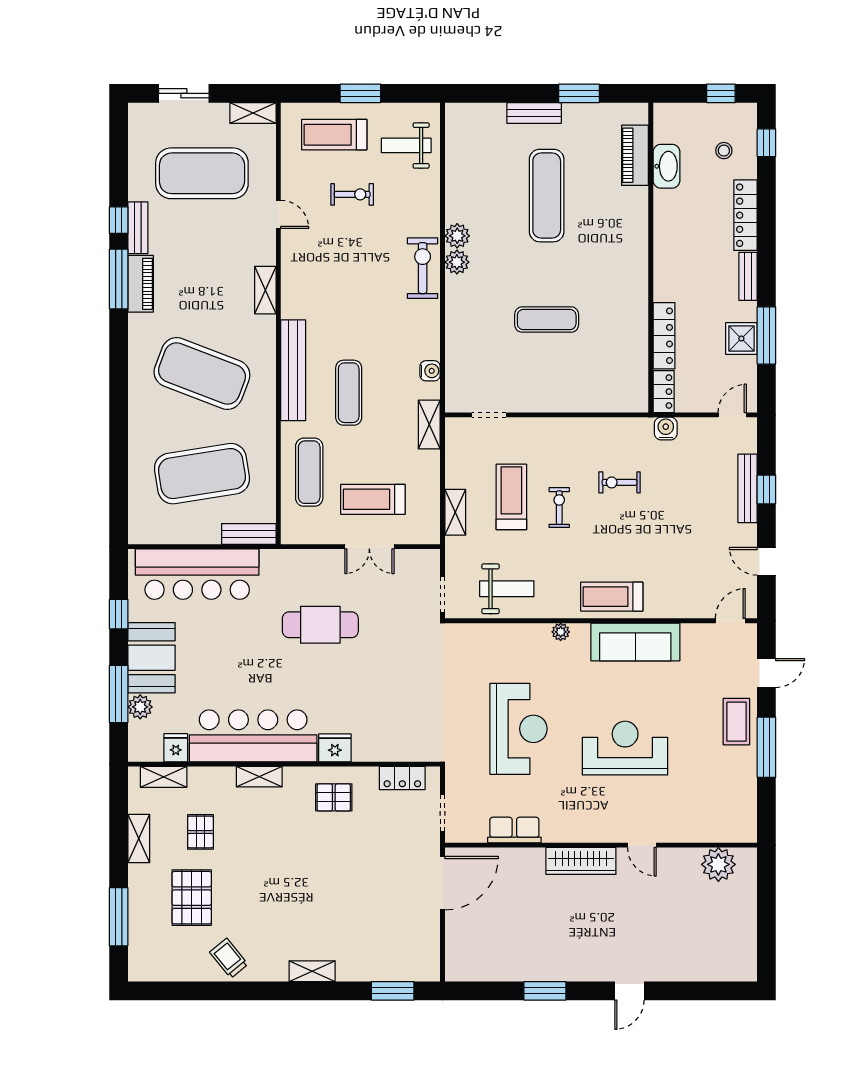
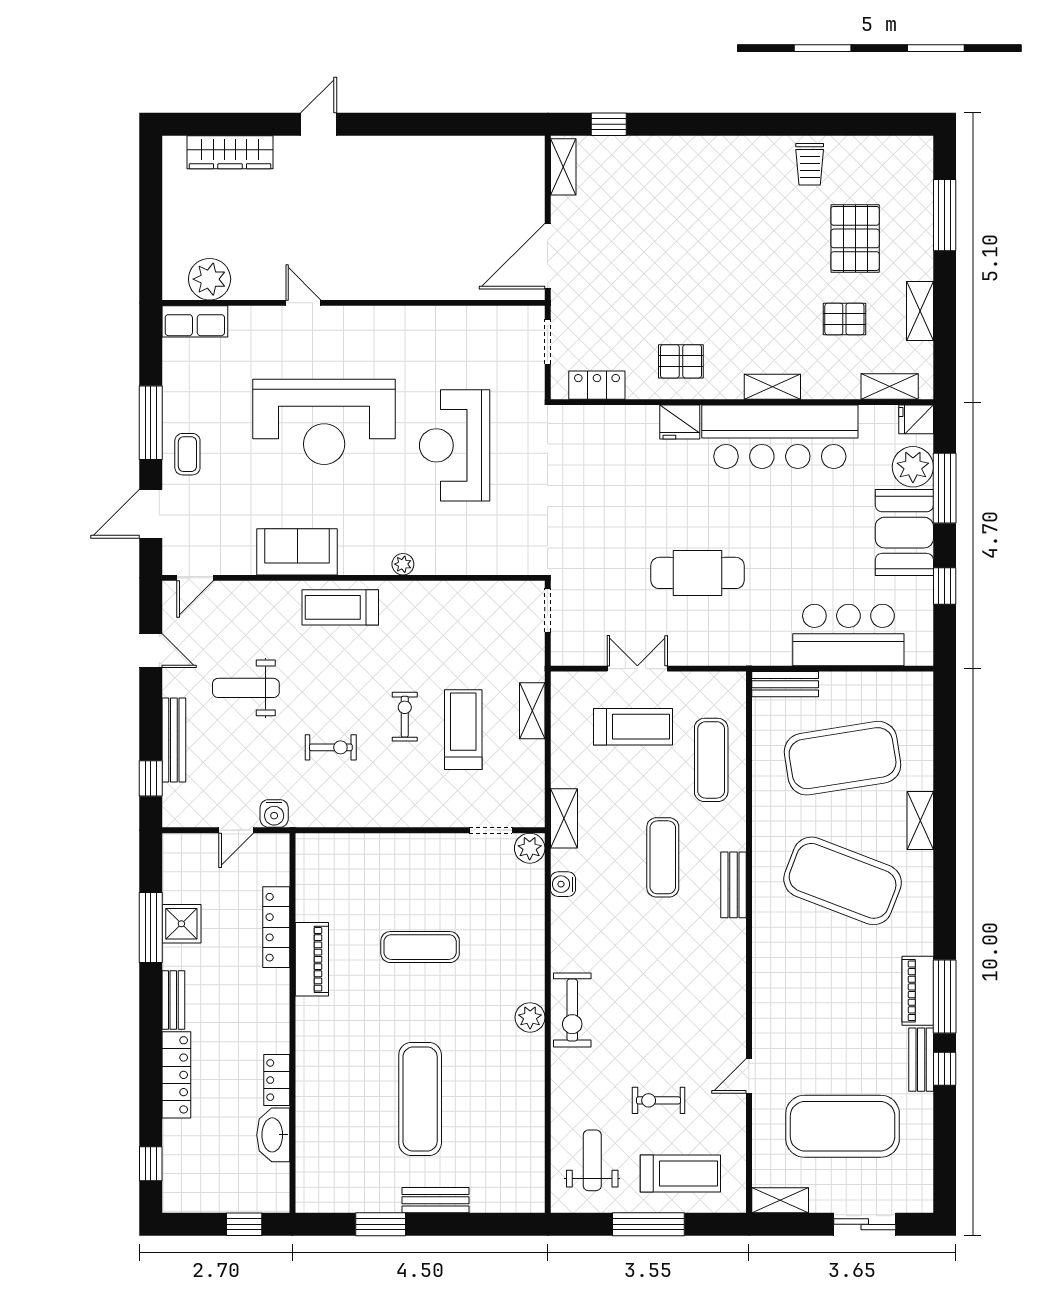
window: (360, 93) -> (648, 1224), width x1.44
window: (721, 93) -> (244, 1224), moved
weight bench: (406, 145) -> (592, 1160), turned -90
stool: (724, 151) -> (203, 1154), removed
piano: (635, 155) -> (312, 959), moved
door: (278, 214) -> (749, 1076), hinge flipped
plant: (457, 236) -> (530, 848), moved
shelving: (265, 290) -> (920, 820), moved
bench: (293, 370) -> (734, 885), width x0.54, depth x0.82
locker: (664, 392) -> (277, 1080), moved
door: (732, 415) -> (236, 830), moved
window: (766, 489) -> (151, 778), moved
treadmill: (511, 497) -> (463, 730), turned 180
exercise bike: (559, 508) -> (405, 717), turned 180
bar counter: (197, 574) -> (848, 635), width x0.73
weight bench: (507, 589) -> (246, 688), moved
treadmill: (612, 597) -> (340, 607), turned 180
sofa: (635, 642) -> (297, 552), width x0.73
door: (766, 673) -> (151, 514), width x1.38
plant: (140, 707) -> (913, 467), width x1.36, depth x1.36
coffee table: (736, 722) -> (187, 454), width x0.73, depth x0.77
fridge: (176, 748) -> (916, 419), moved, turned 90
reception desk: (625, 748) -> (324, 422), width x1.36, depth x1.30
row of seats: (514, 830) -> (195, 321), moved
pallet: (200, 832) -> (844, 319), turned 90
wardrobe: (581, 861) -> (230, 152), moved, turned 180
trolley: (229, 958) -> (810, 164), turned 39
shelving: (312, 971) -> (563, 167), moved, turned 90
window: (393, 991) -> (609, 124), width x0.67
window: (545, 991) -> (422, 124), removed

